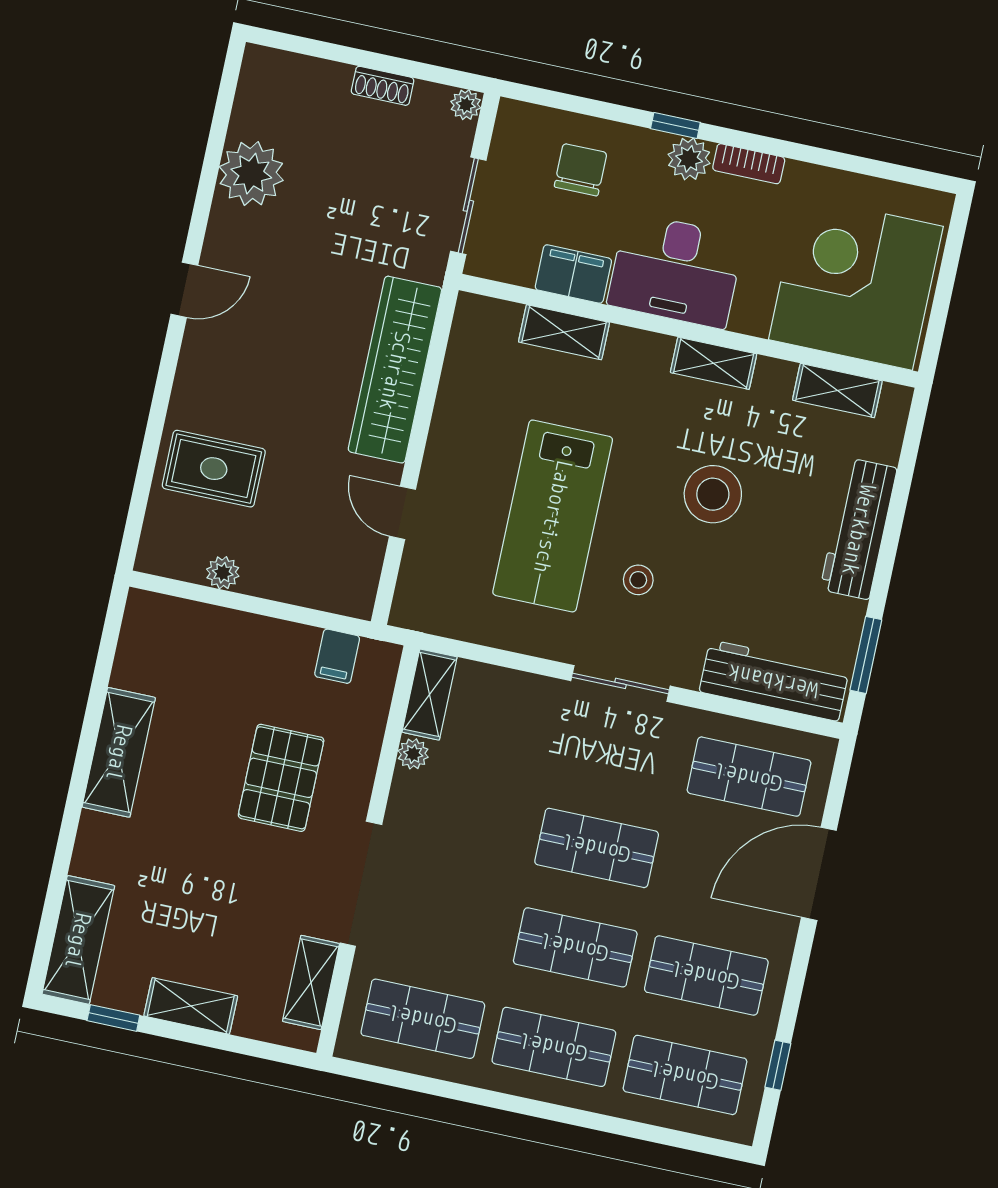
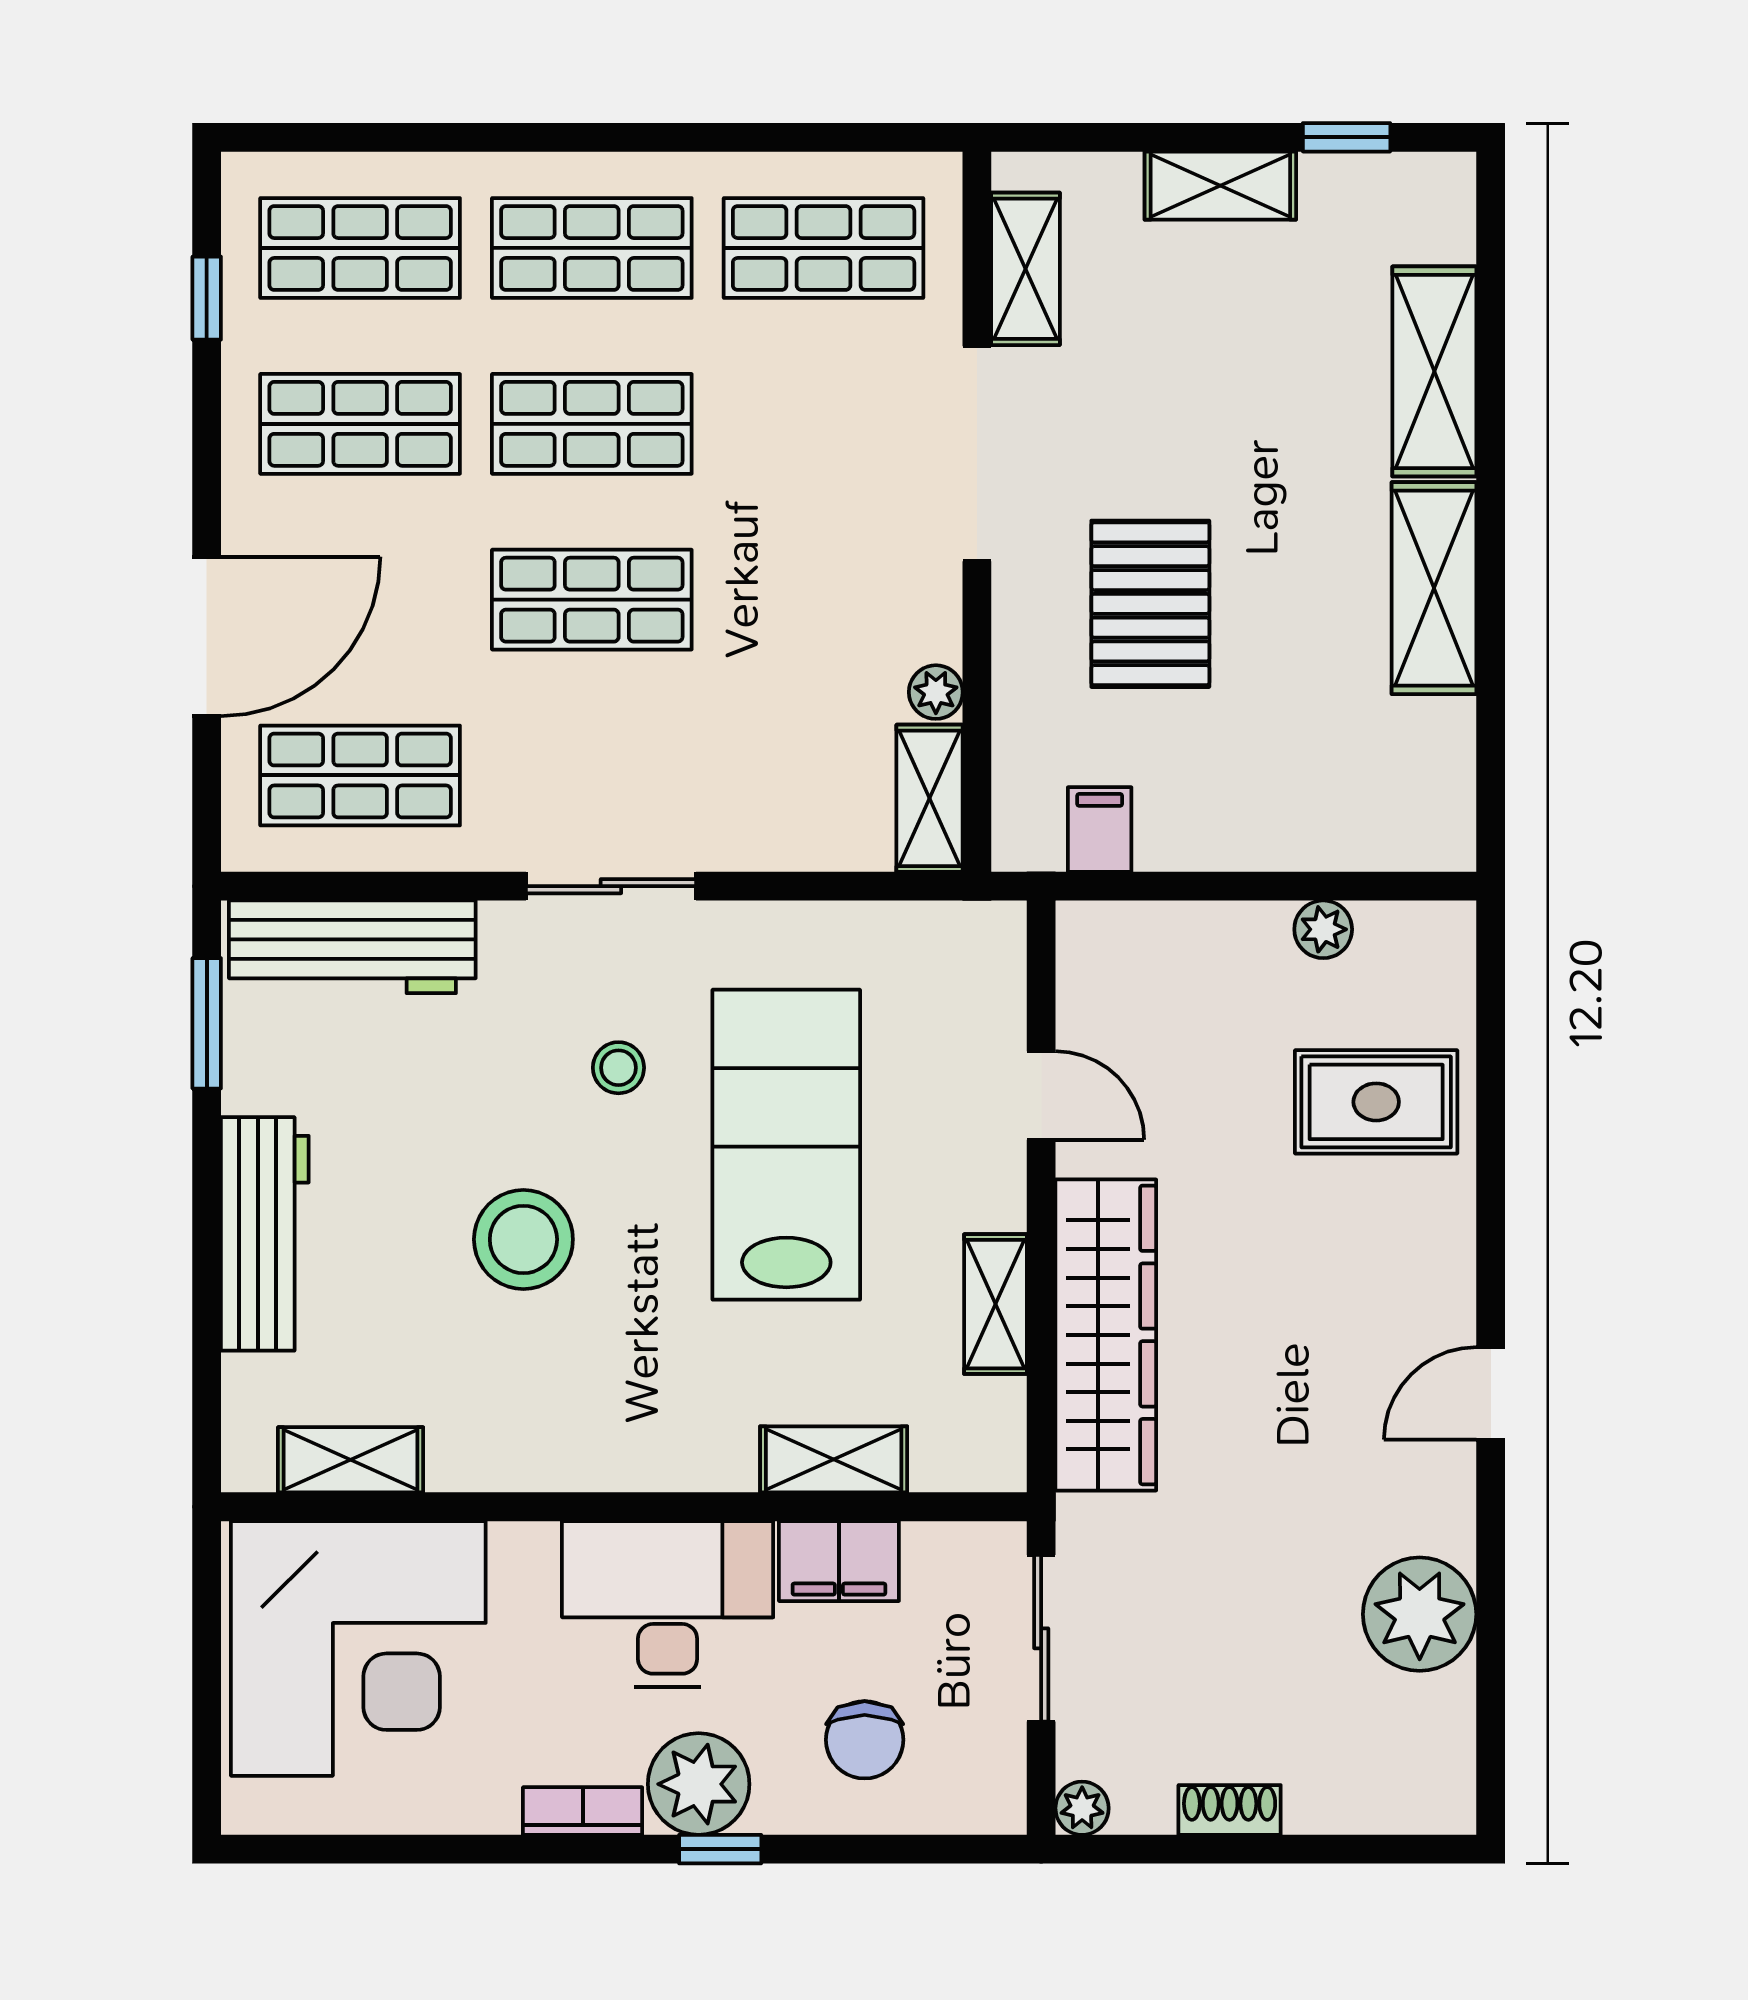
plant: (689, 159) -> (699, 1784), width x1.36, depth x1.36
shelving: (714, 363) -> (995, 1304), moved, turned 90
shelving: (78, 940) -> (1434, 371), moved

